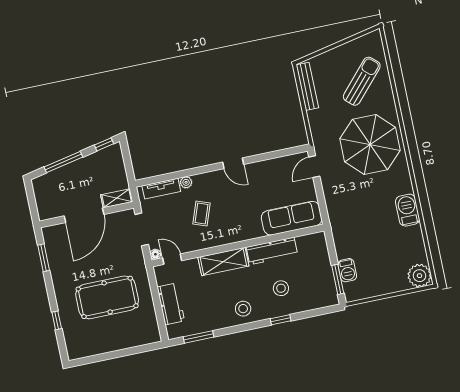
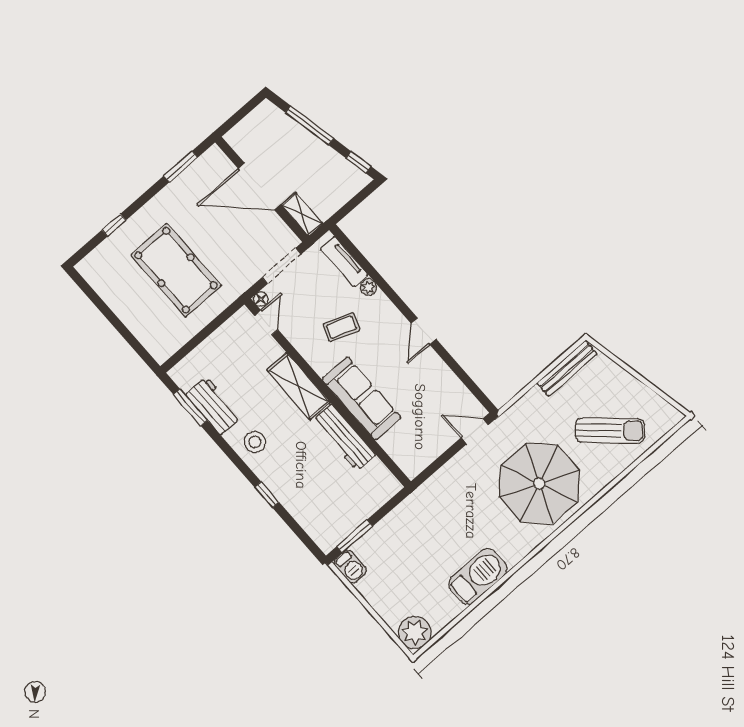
barbecue: (407, 210) -> (478, 576), width x1.37, depth x1.21
sofa: (292, 218) -> (361, 398), moved
barbecue: (347, 270) -> (350, 567), moved, turned -90
stool: (281, 288) -> (305, 474), removed
workbench: (171, 304) -> (213, 406), moved, turned -90

